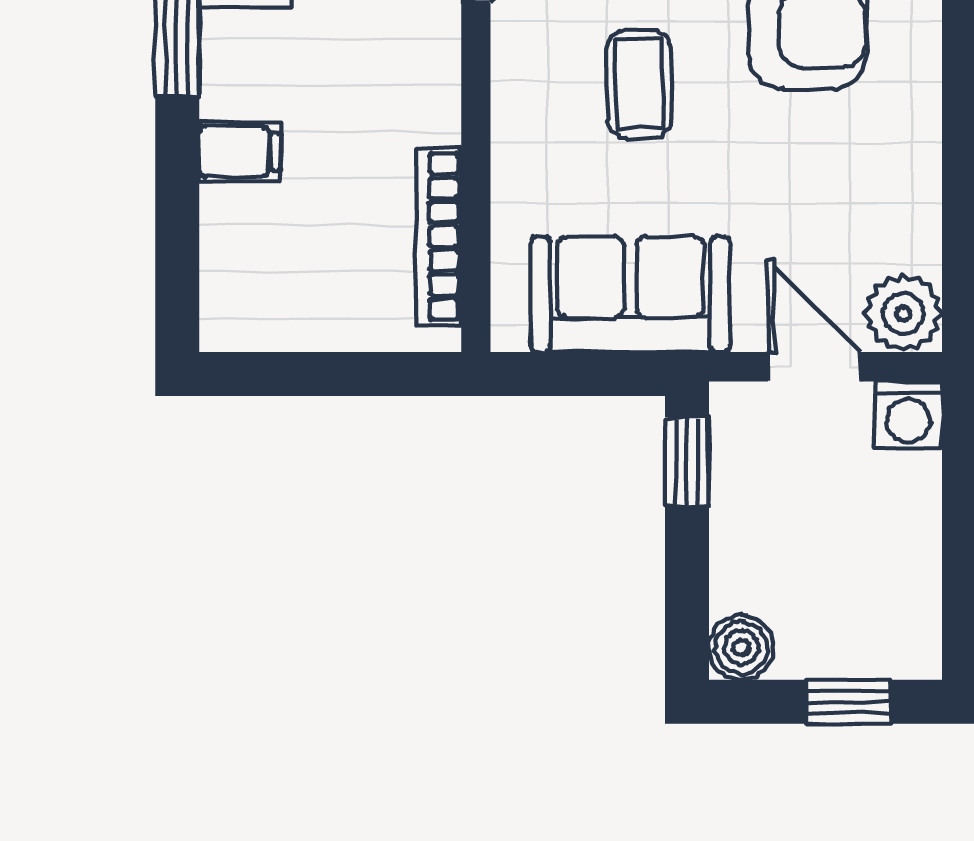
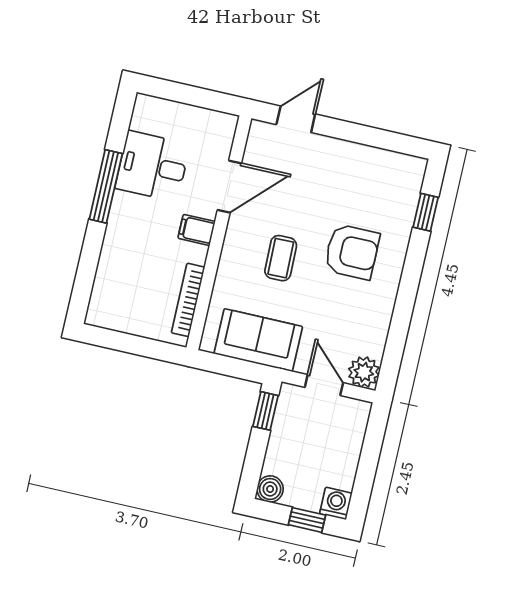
filing cabinet: (240, 151) -> (197, 230), moved, turned 180
washing machine: (908, 415) -> (336, 503), moved, turned 180

